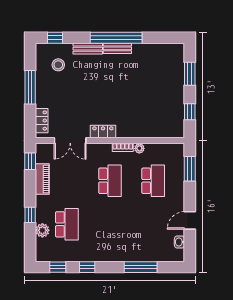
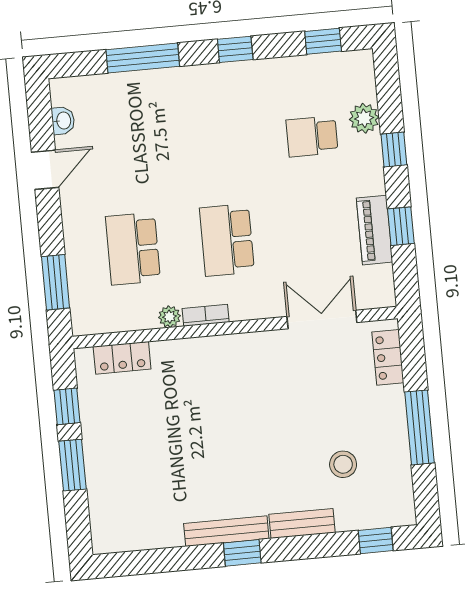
window: (116, 38) -> (242, 553), width x0.32
bench: (117, 48) -> (226, 531), width x1.36
stool: (58, 65) -> (343, 464), moved
window: (190, 74) -> (72, 465), moved
locker: (103, 132) -> (122, 358), moved
window: (30, 161) -> (401, 226), moved
school desk: (67, 224) -> (312, 136), width x0.54
window: (87, 267) -> (235, 49), moved

